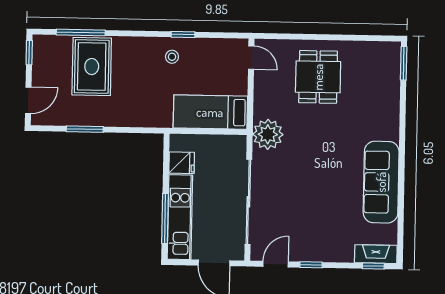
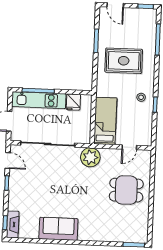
door: (251, 58) -> (129, 147), moved
rug: (92, 67) -> (124, 61), moved
sofa: (381, 182) -> (58, 229), width x0.73

